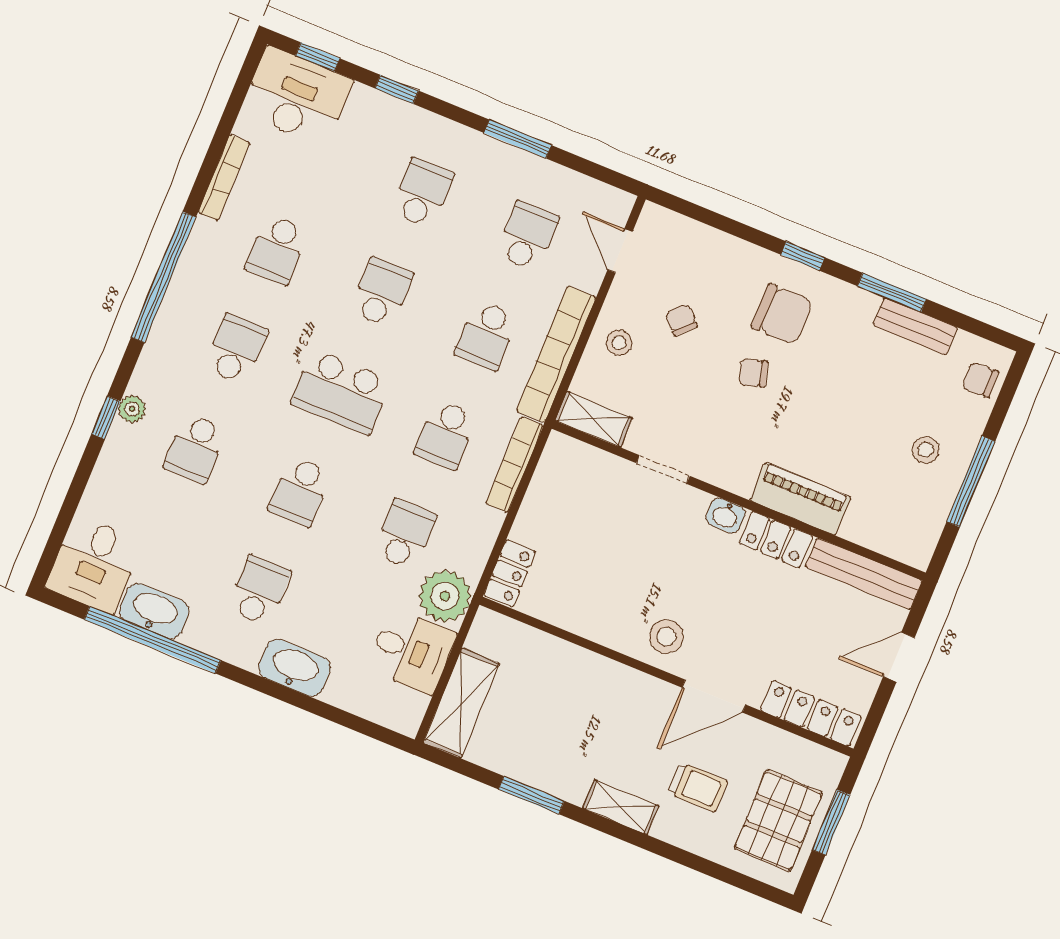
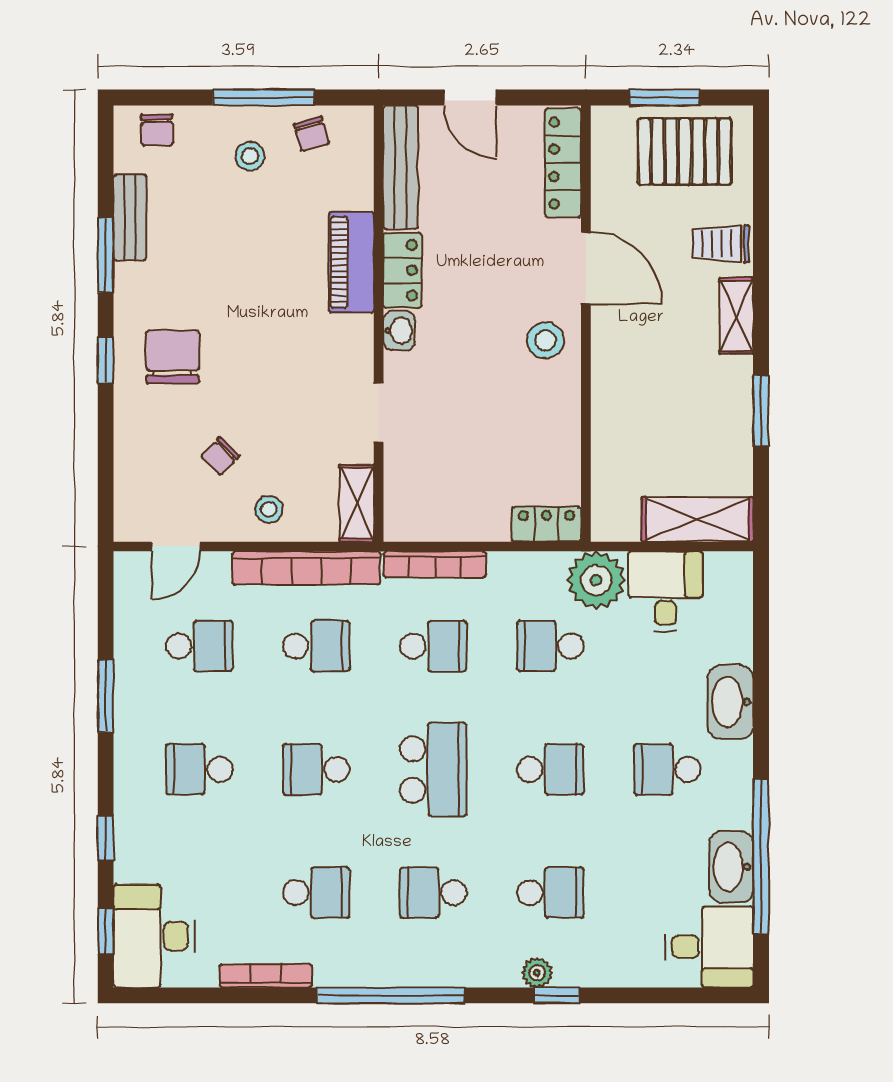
school desk: (527, 236) -> (199, 646), turned 180
chair: (753, 373) -> (312, 134), moved
trolley: (698, 787) -> (721, 244), moved, turned -90

